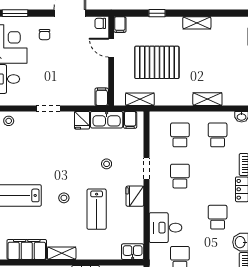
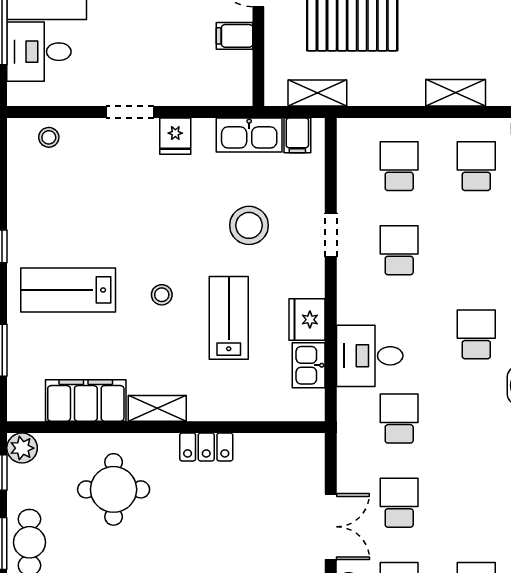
filing cabinet: (102, 97) -> (235, 36), moved, turned -90
fridge: (82, 120) -> (175, 136), moved
stool: (107, 164) -> (249, 225), width x1.89, depth x1.89
fridge: (135, 196) -> (307, 320), moved
lab bench: (97, 209) -> (229, 318), turned 180
kitchen sink: (133, 252) -> (309, 365), moved, turned -90

